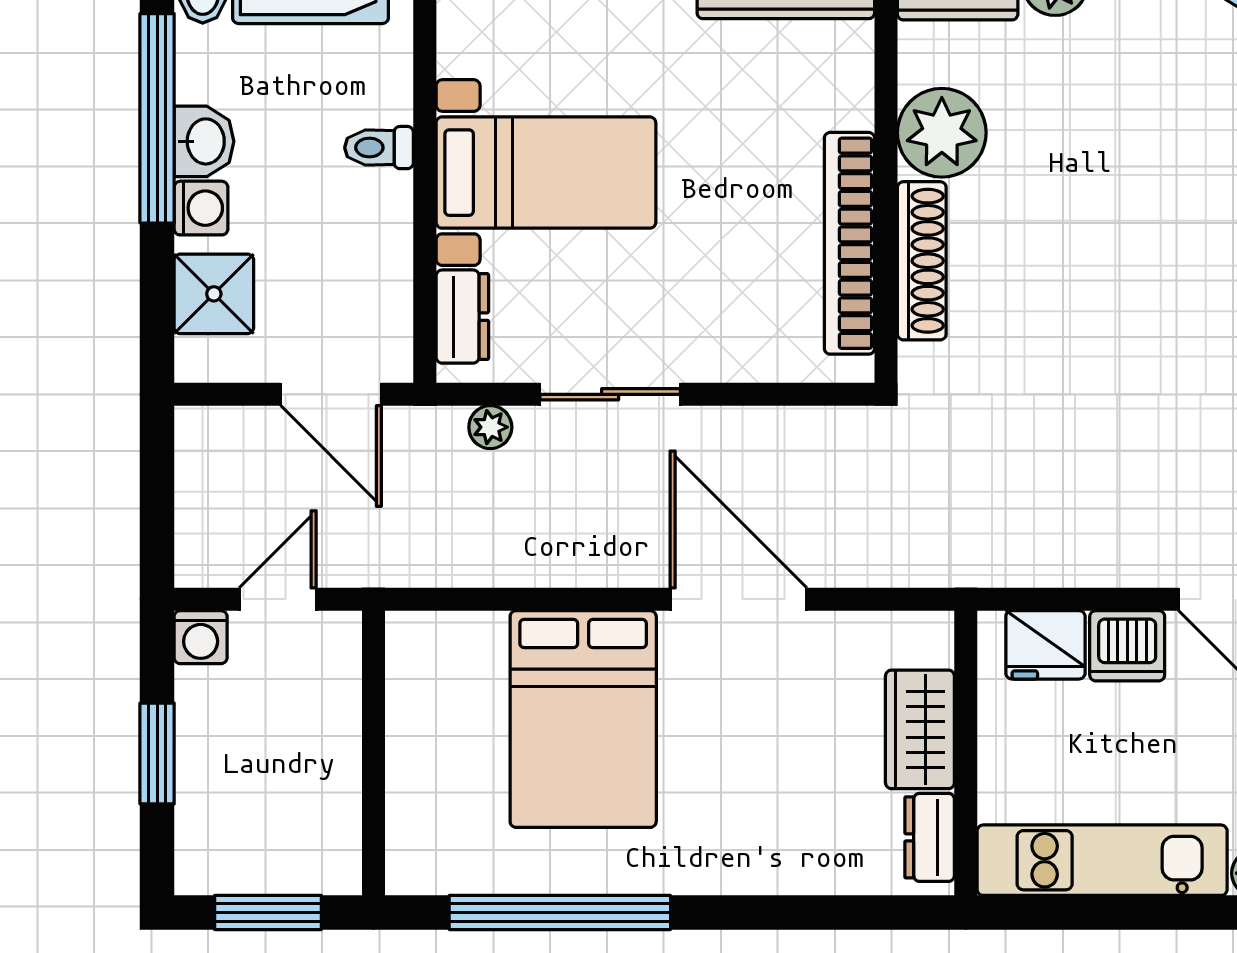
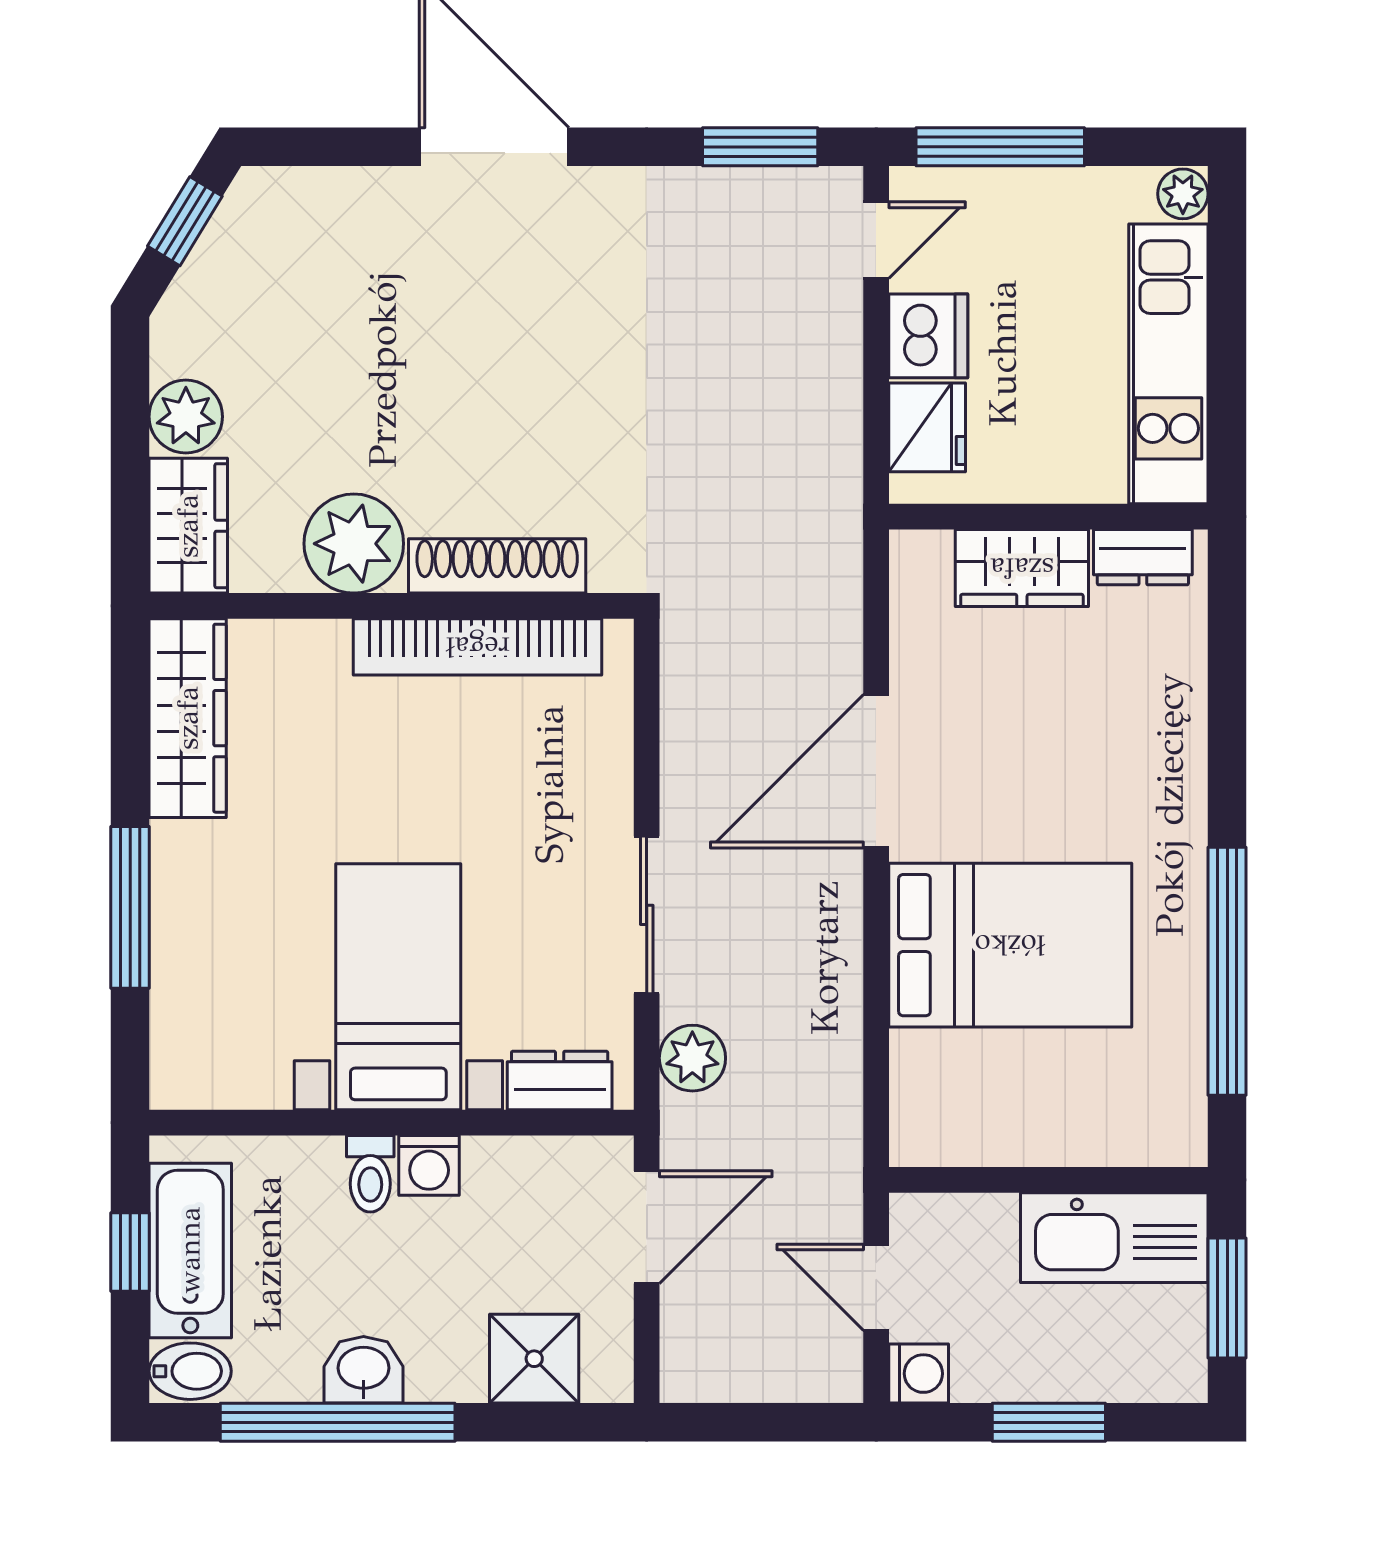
washing machine: (201, 208) -> (429, 1165), moved, turned 180
plant: (490, 427) -> (692, 1058), width x1.38, depth x1.38
kitchen sink: (322, 812) -> (1114, 1238), added

